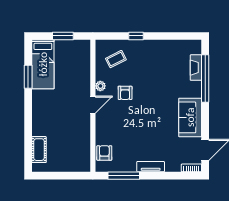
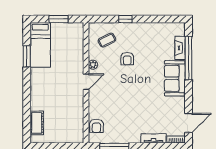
armchair: (125, 93) -> (127, 59), moved
sofa: (190, 117) -> (175, 78), moved
armchair: (104, 153) -> (96, 126), turned 180
tv unit: (151, 167) -> (154, 138), moved

